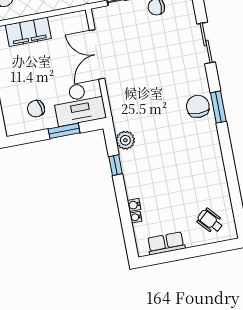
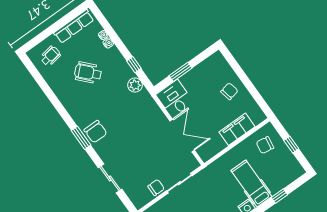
desk: (79, 104) -> (175, 99), width x0.73
chair: (36, 109) -> (229, 91), moved
wheelchair: (174, 181) -> (88, 73), added
wheelchair: (210, 221) -> (50, 56), turned -57
row of seats: (166, 243) -> (74, 26), width x1.48

